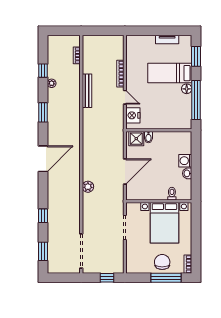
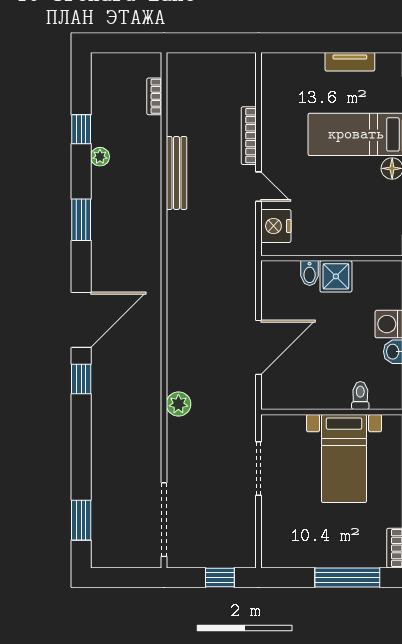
shower: (136, 139) -> (336, 276), moved
plant: (88, 187) -> (178, 404), moved
window: (43, 216) -> (81, 379), moved
bed with nightstands: (164, 223) -> (344, 459), width x0.73
chair: (162, 262) -> (339, 543), removed

